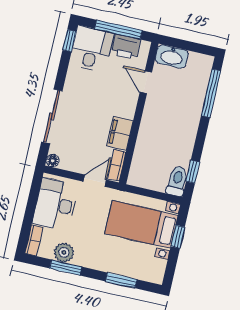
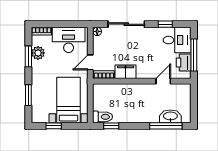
window: (69, 41) -> (165, 24), moved
washbasin: (172, 56) -> (170, 116), moved, turned 90
door: (95, 181) -> (90, 62), swing flipped
window: (178, 237) -> (54, 126), moved

